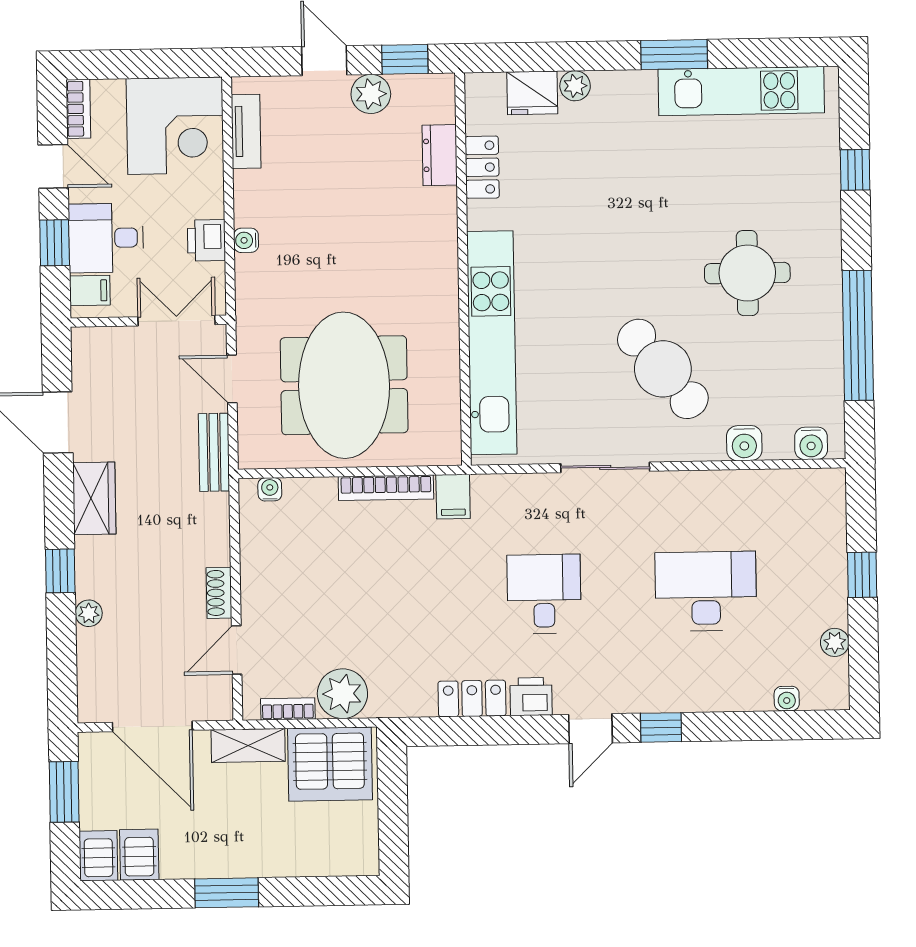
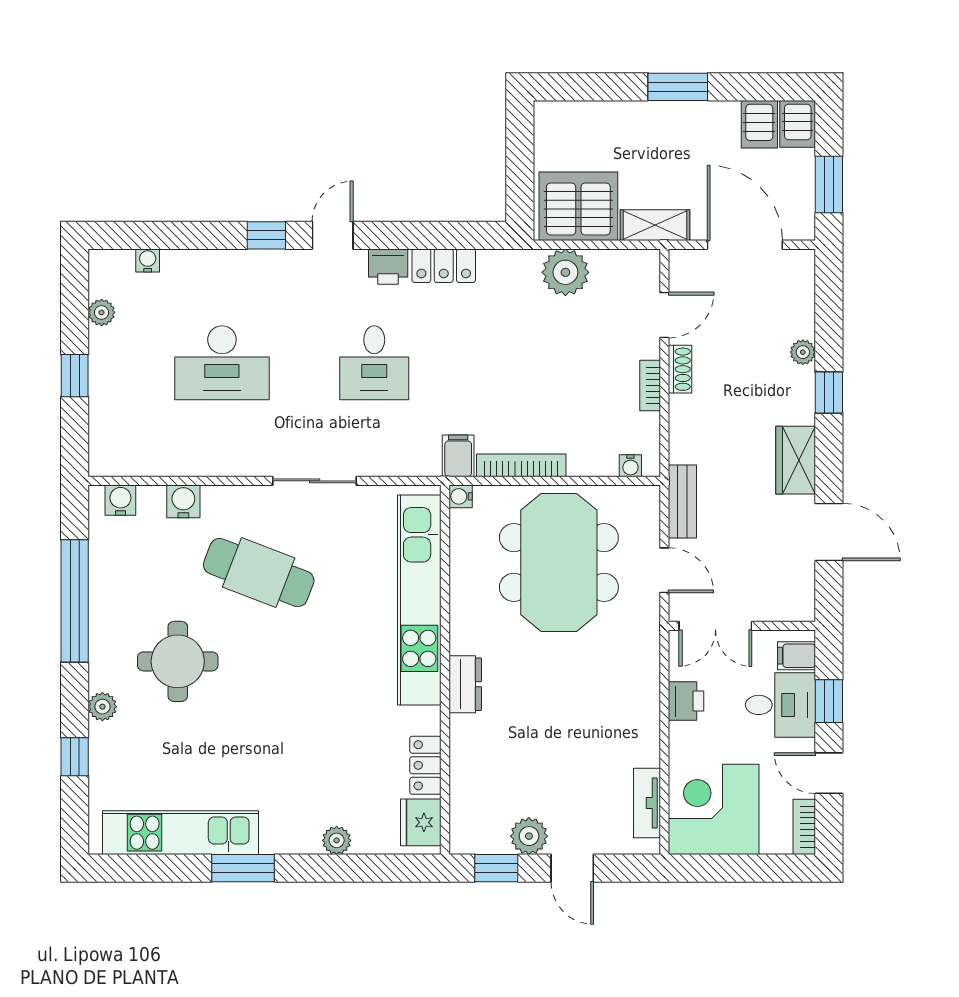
fridge: (532, 93) -> (421, 822), moved, turned -90
dresser: (440, 155) -> (465, 684), moved
plant: (826, 224) -> (102, 707), added
water cooler: (246, 240) -> (461, 496), moved, turned 180
cafe table: (663, 369) -> (259, 573), turned -30
bookcase: (288, 709) -> (650, 385), moved, turned 90

